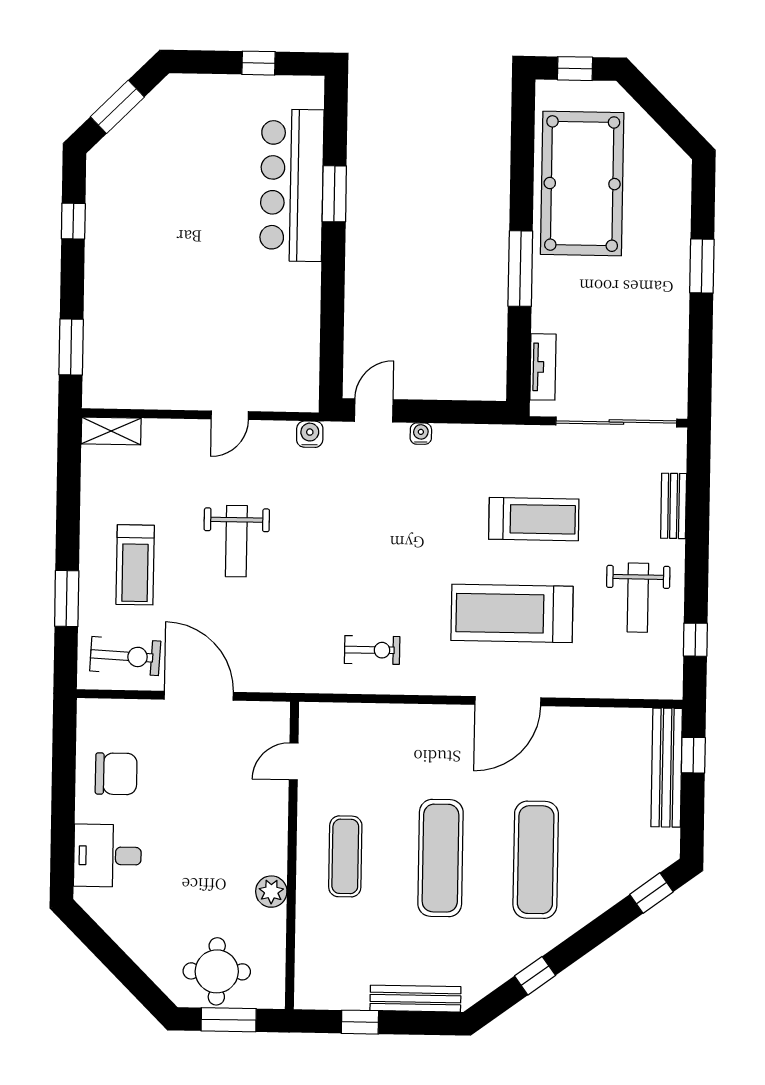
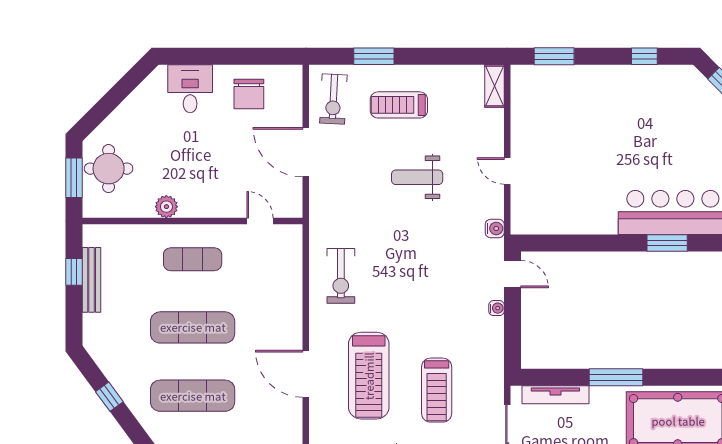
tv unit: (543, 367) -> (555, 395), width x1.41
treadmill: (512, 613) -> (369, 376), turned 180
exercise bike: (372, 650) -> (341, 276), width x1.38, depth x1.39
door: (199, 696) -> (306, 152), swing flipped
bench: (415, 999) -> (92, 280), moved

